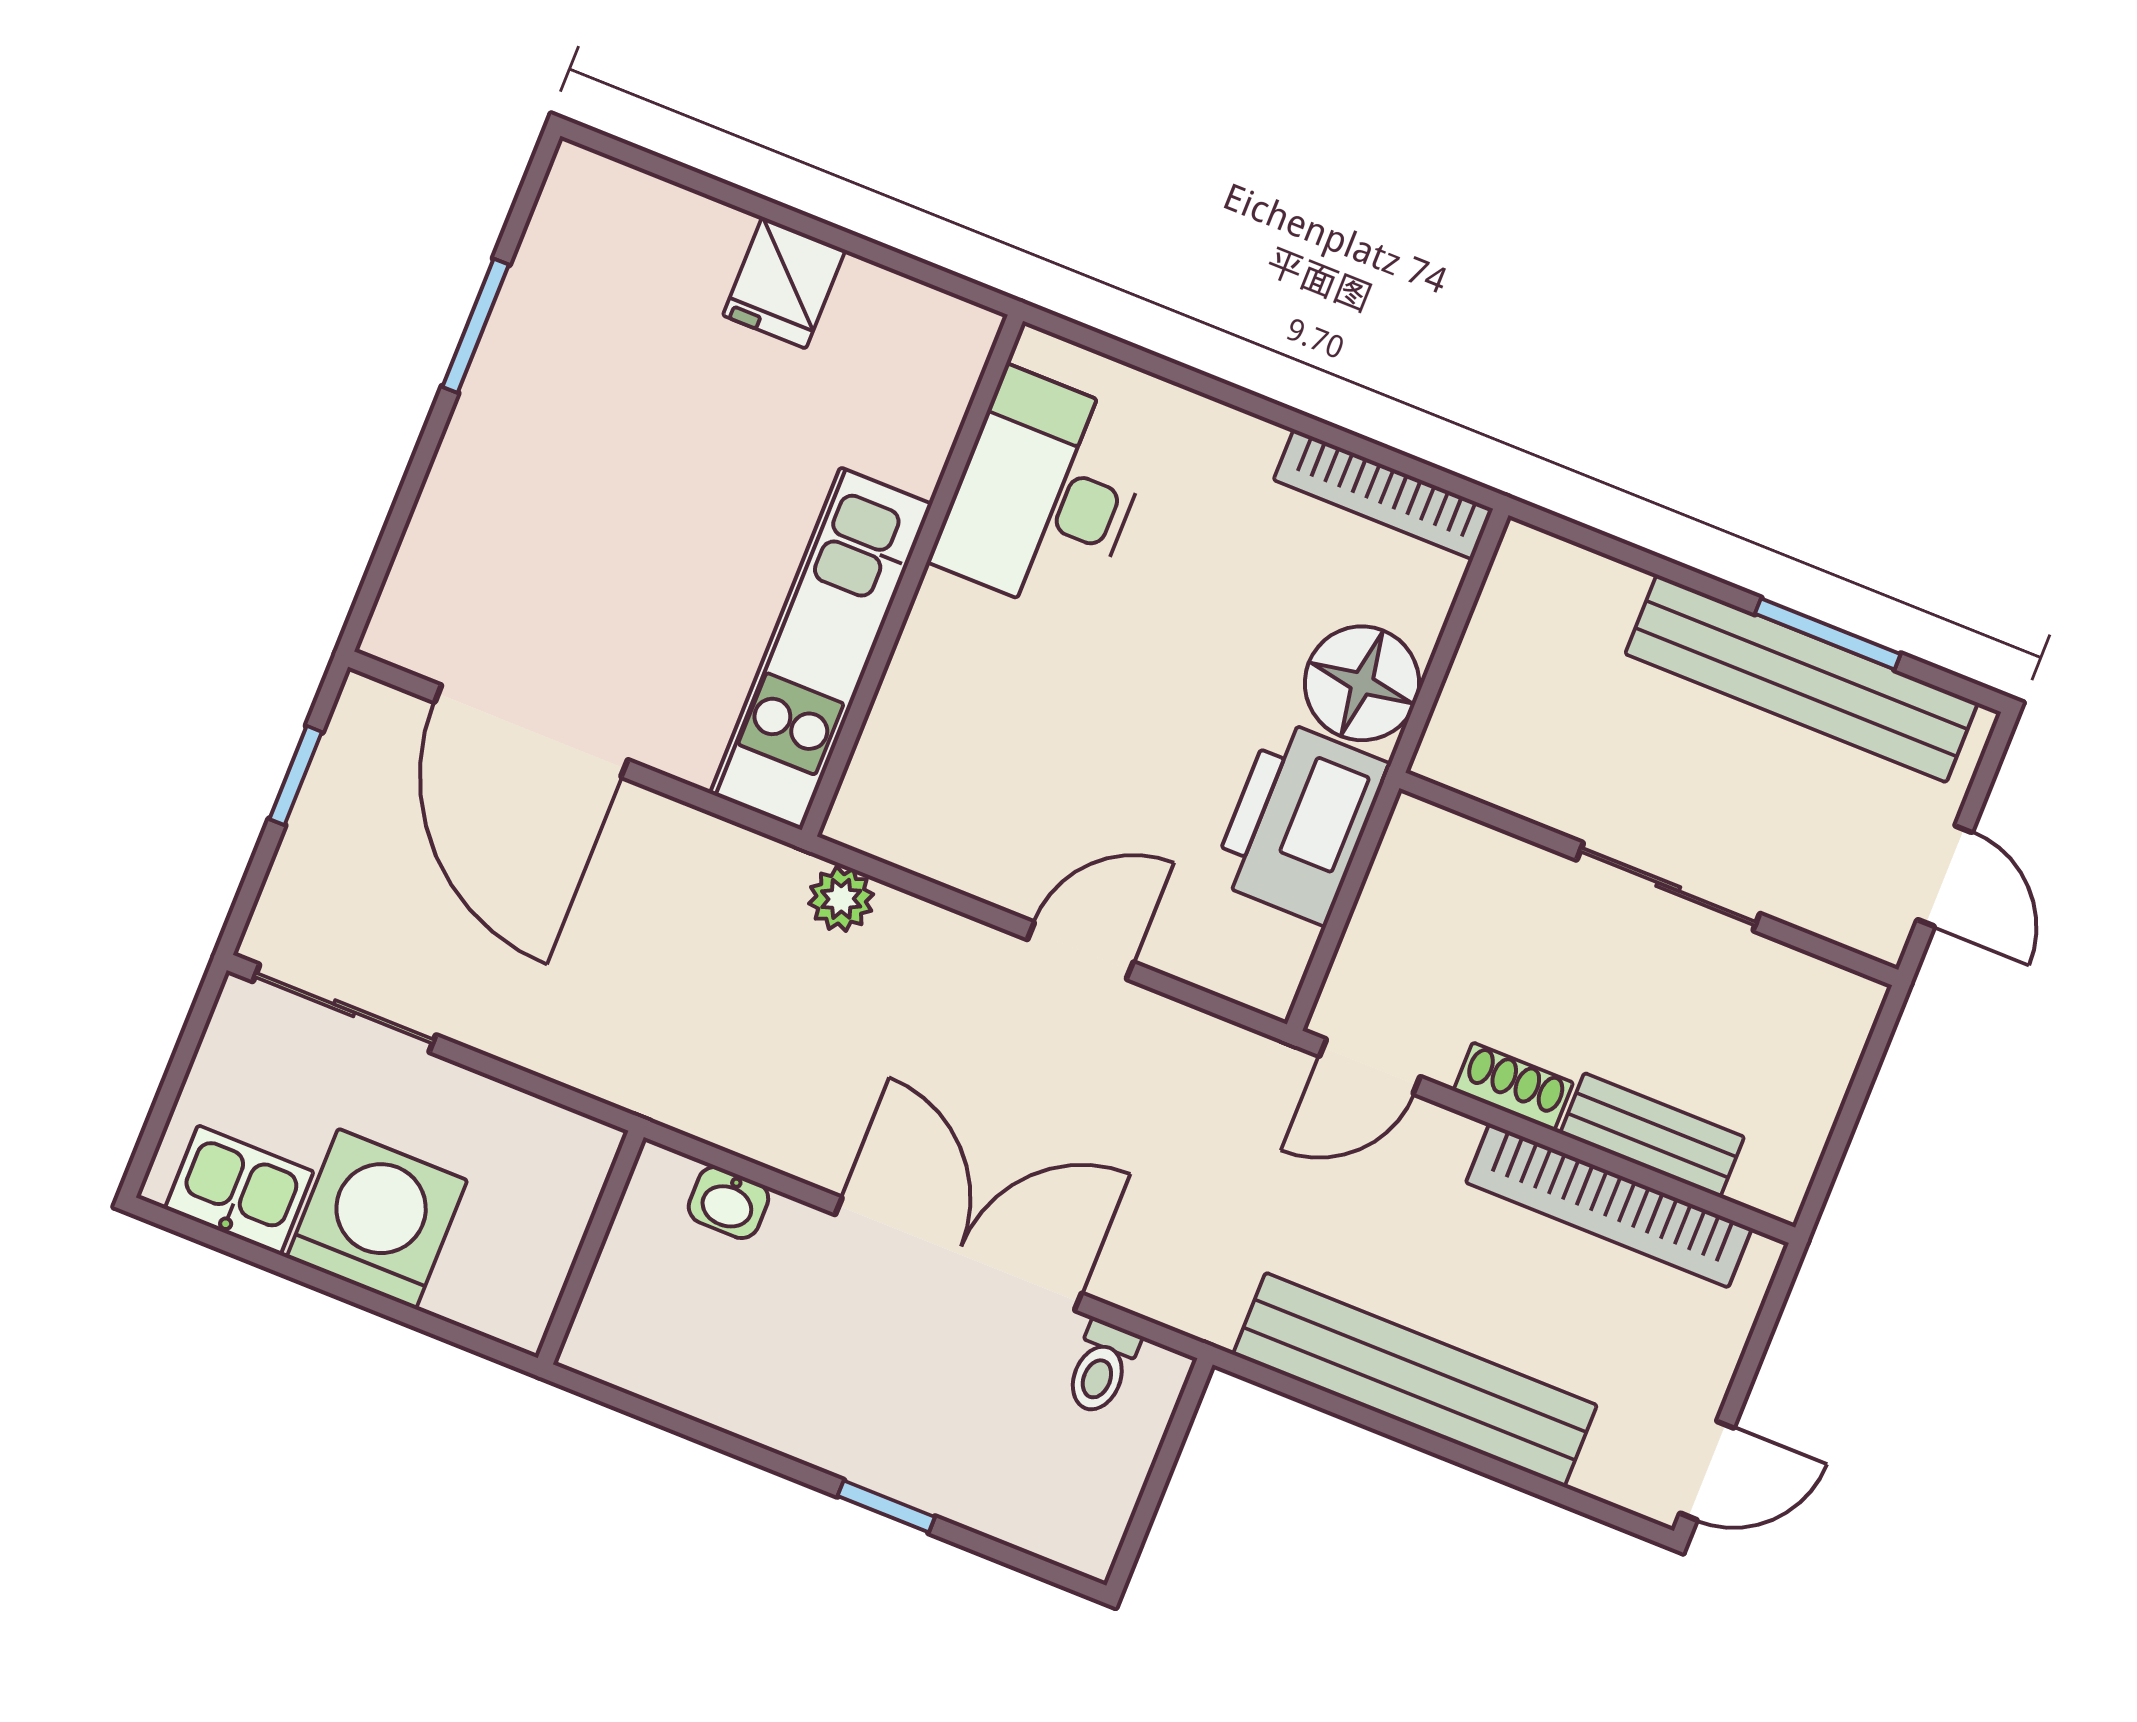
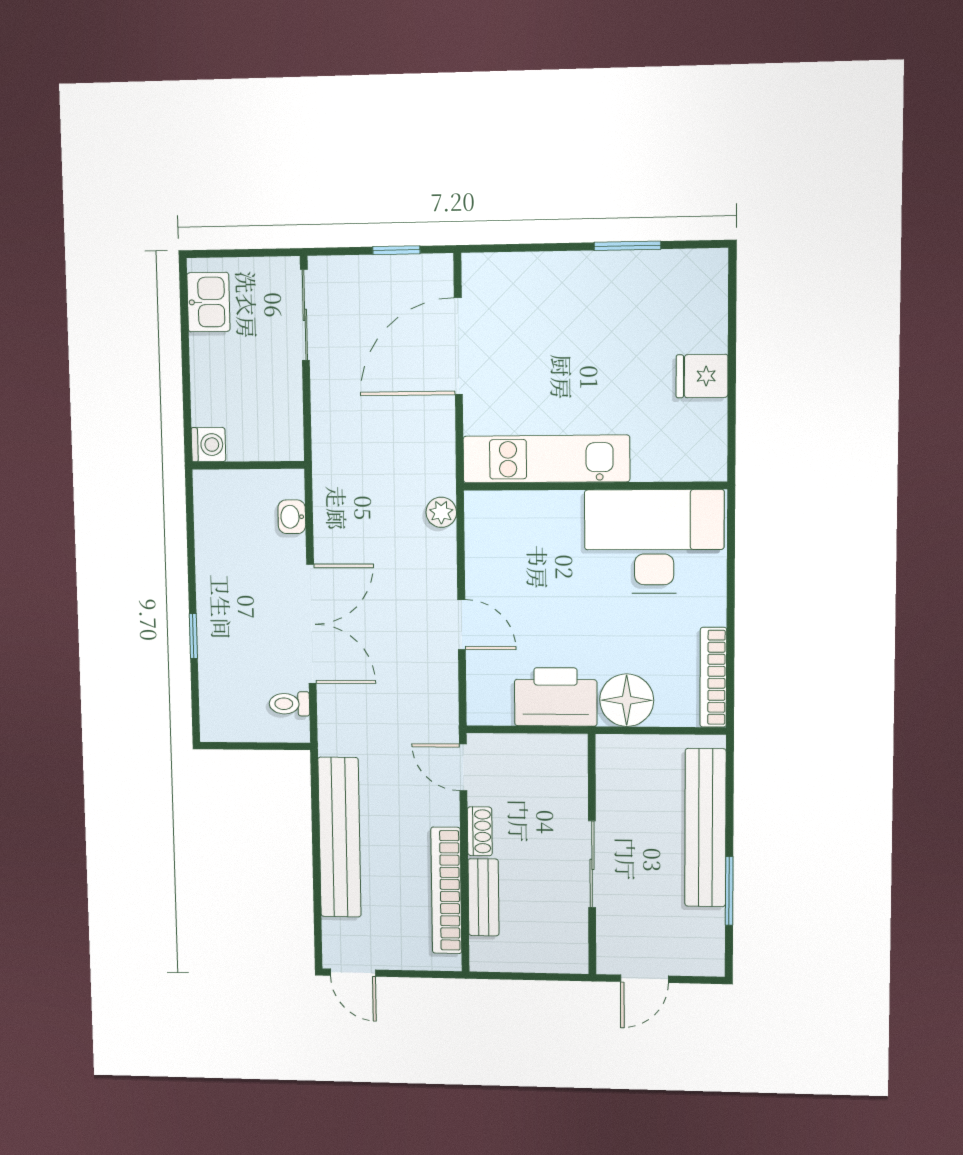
desk: (1045, 494) -> (654, 541), width x1.36, depth x1.30
bench: (1802, 678) -> (705, 828), moved
washing machine: (377, 1219) -> (208, 445), moved, width x0.53, depth x0.53

